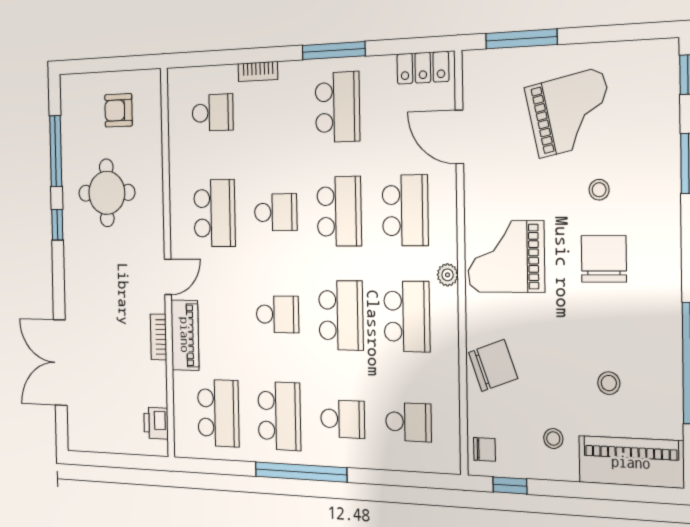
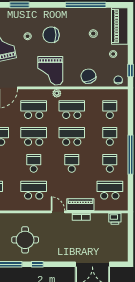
school desk: (279, 416) -> (110, 163), width x0.54

